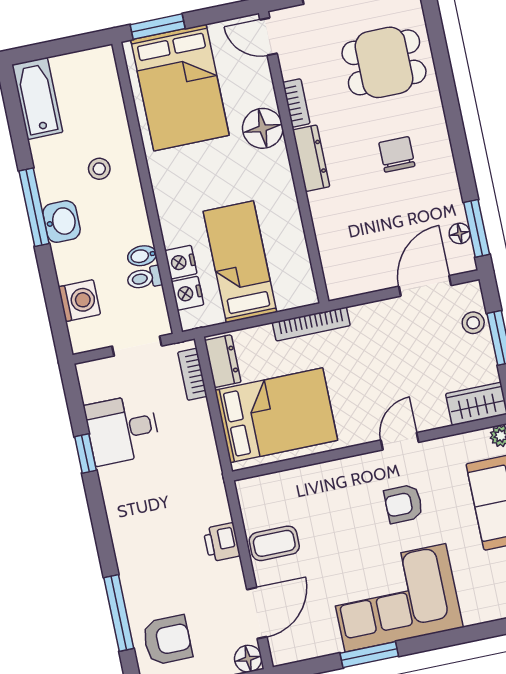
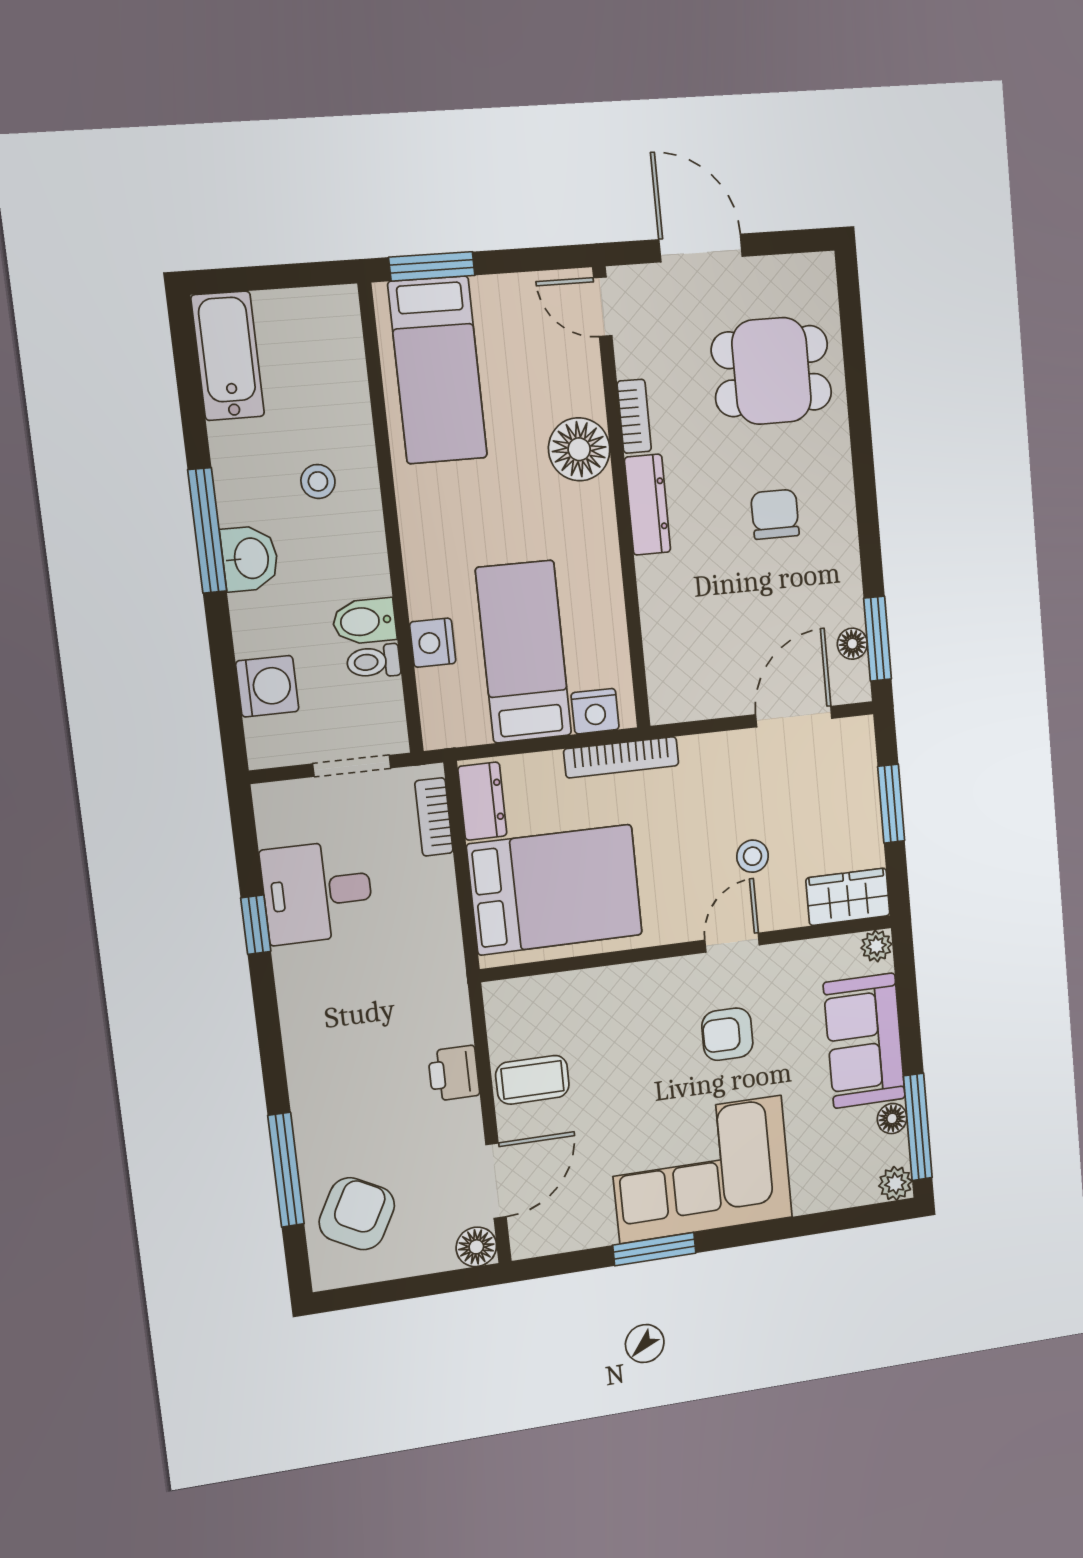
bed: (180, 88) -> (438, 370), width x0.67
bidet: (142, 256) -> (364, 621), width x1.38, depth x1.36
nightstand: (187, 293) -> (595, 711), moved, turned -90
stool: (473, 323) -> (753, 856), moved
armchair: (167, 640) -> (357, 1214), turned -62

